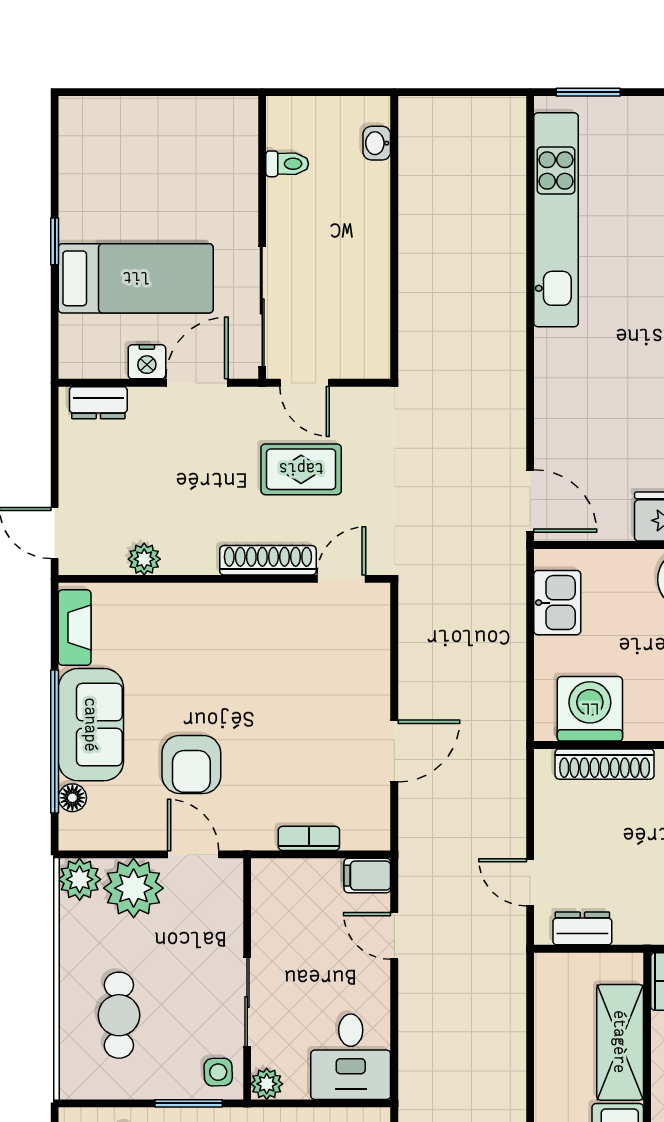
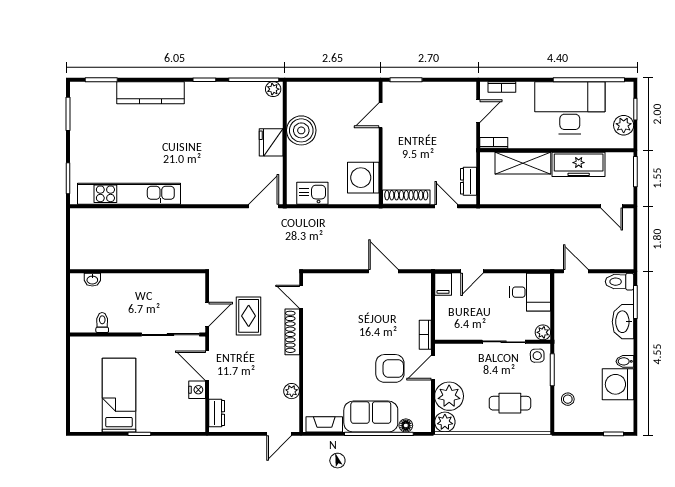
bed: (136, 278) -> (119, 395), moved
shoe rack: (605, 764) -> (406, 197), moved, turned -90
bookcase: (309, 838) -> (425, 335), moved
door: (530, 882) -> (446, 206), swing flipped

